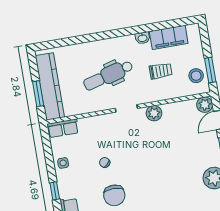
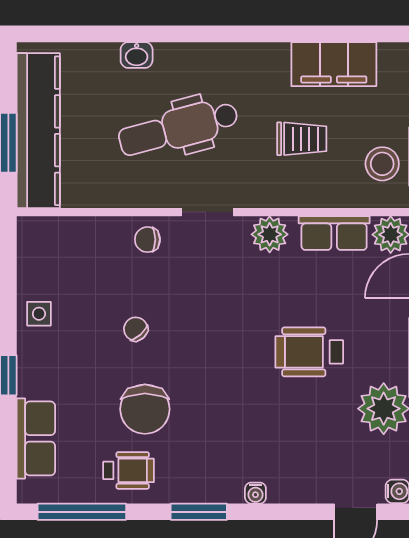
washbasin: (142, 38) -> (137, 55), moved
chair: (103, 124) -> (147, 240), added
row of seats: (63, 128) -> (334, 233), moved
wheelchair: (179, 160) -> (309, 352), added

